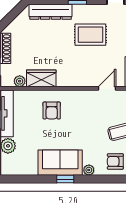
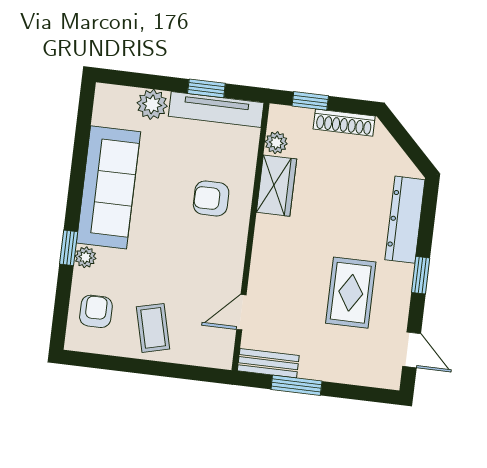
door: (107, 88) -> (241, 312), swing flipped
sofa: (60, 163) -> (108, 187), width x1.36
window: (65, 179) -> (69, 248), moved

